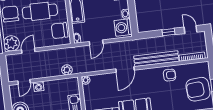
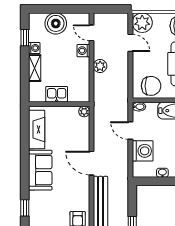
washing machine: (123, 27) -> (143, 151), moved, turned 90
chair: (60, 31) -> (151, 86), turned 90
plant: (67, 70) -> (100, 66), moved

